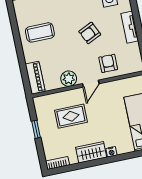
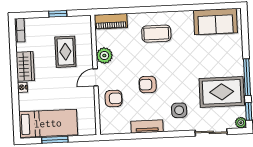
coffee table: (40, 32) -> (156, 34), turned 90
armchair: (90, 33) -> (148, 85), turned -65
door: (91, 84) -> (96, 77), hinge flipped

